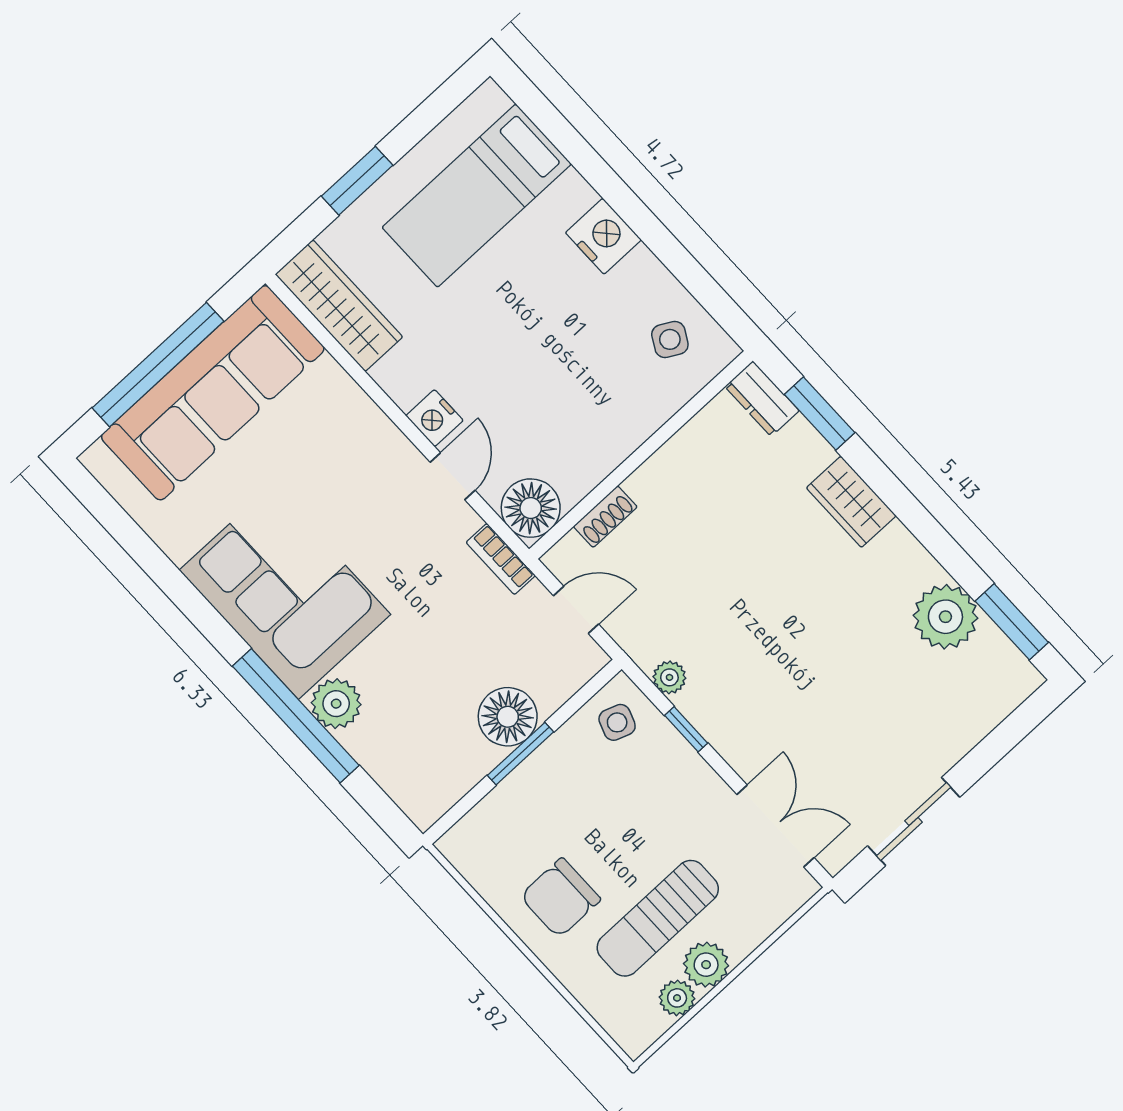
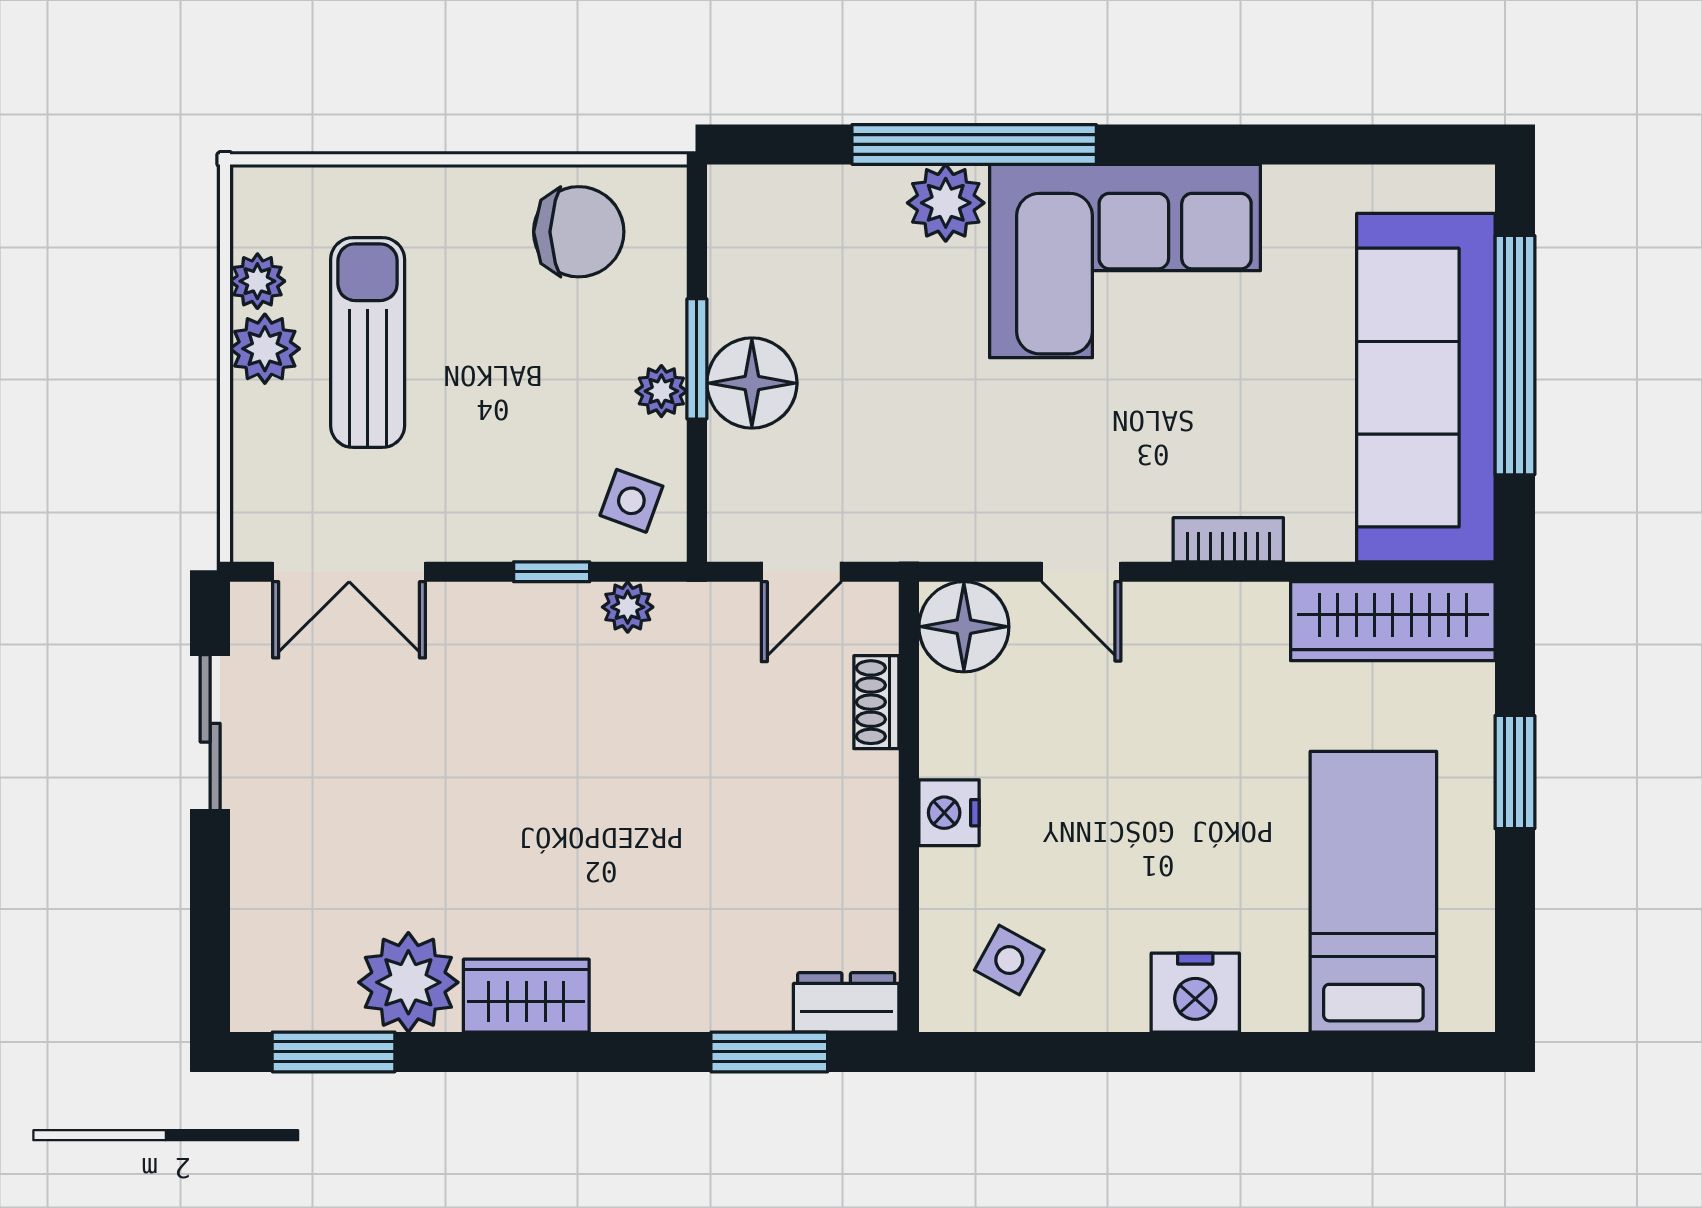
nightstand: (435, 418) -> (949, 813), moved, turned -90
wardrobe: (851, 502) -> (526, 996), moved
bookcase: (501, 559) -> (1228, 540), moved
plant: (551, 756) -> (661, 391), added
chair: (560, 898) -> (579, 232), moved, turned 90

